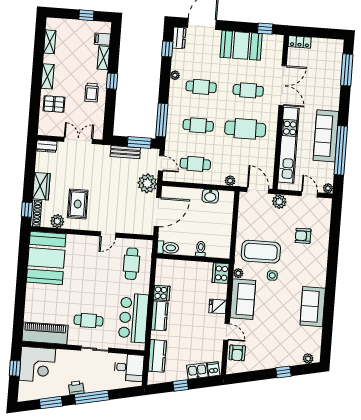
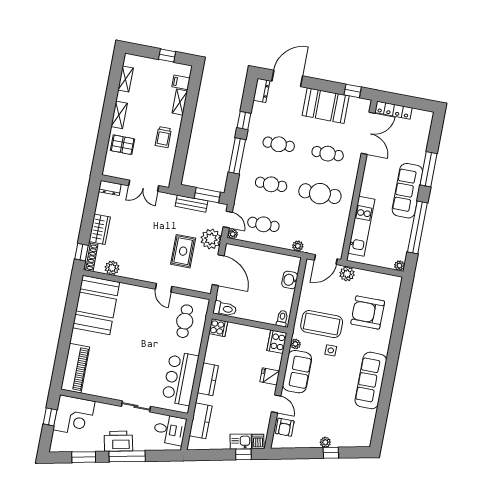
locker: (300, 42) -> (393, 110), width x1.53
window: (167, 49) -> (244, 120), moved
window: (347, 70) -> (429, 169), moved
plant: (175, 75) -> (233, 234), moved
window: (112, 81) -> (186, 128), removed
double door: (283, 86) -> (368, 133), moved
window: (162, 120) -> (237, 156), moved
sofa: (326, 136) -> (407, 191), moved
double door: (78, 140) -> (144, 186), swing flipped
kitchen unit: (289, 145) -> (361, 226), width x0.73
door: (258, 190) -> (326, 259), swing flipped
door: (309, 194) -> (379, 270), removed
washbasin: (210, 196) -> (290, 280), moved, turned 90
rug: (78, 204) -> (183, 251), moved
door: (157, 212) -> (218, 270), hinge flipped
door: (108, 234) -> (164, 288), hinge flipped
armchair: (303, 236) -> (368, 312), width x1.88, depth x1.88
toilet: (201, 249) -> (282, 318), moved
cooker: (162, 293) -> (218, 328), moved
sofa: (313, 307) -> (371, 380), width x1.36
cafe table: (88, 321) -> (133, 376), removed
piano: (45, 333) -> (75, 368), moved, turned 90
plant: (308, 359) -> (325, 442), moved
window: (181, 386) -> (243, 454), moved
printer: (76, 388) -> (118, 441), width x1.87, depth x1.48

